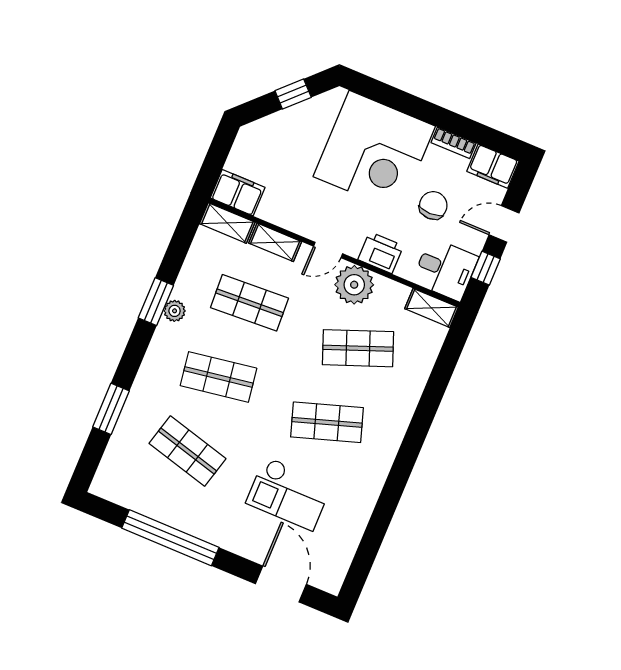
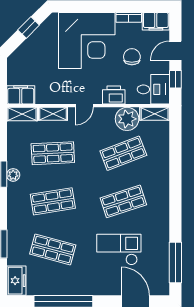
plant: (354, 285) -> (127, 119), moved
freezer: (111, 476) -> (16, 281), added
checkout: (289, 494) -> (119, 250), turned 180
window: (368, 550) -> (175, 263), added

